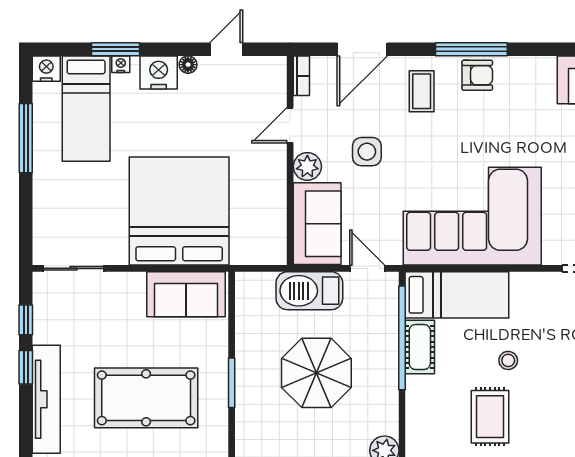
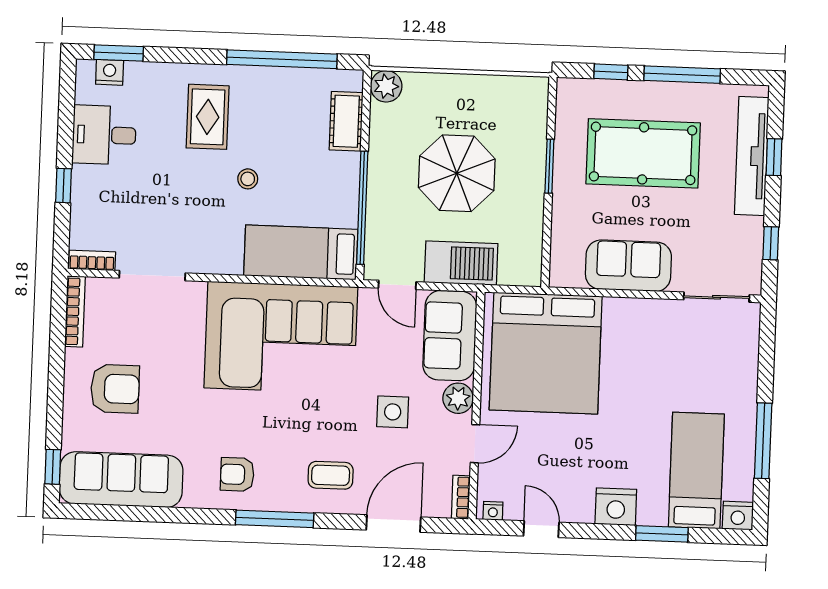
door: (226, 49) -> (541, 529), swing flipped
nightstand: (121, 64) -> (493, 511), moved
floor lamp: (188, 65) -> (584, 514), removed
armchair: (477, 75) -> (237, 474), moved
coffee table: (422, 91) -> (331, 475), turned 90
bed: (179, 211) -> (546, 353), moved
sofa: (186, 294) -> (628, 266), moved
cot: (420, 347) -> (346, 121), moved
window: (26, 367) -> (774, 157), moved
rug: (490, 417) -> (208, 117), moved

